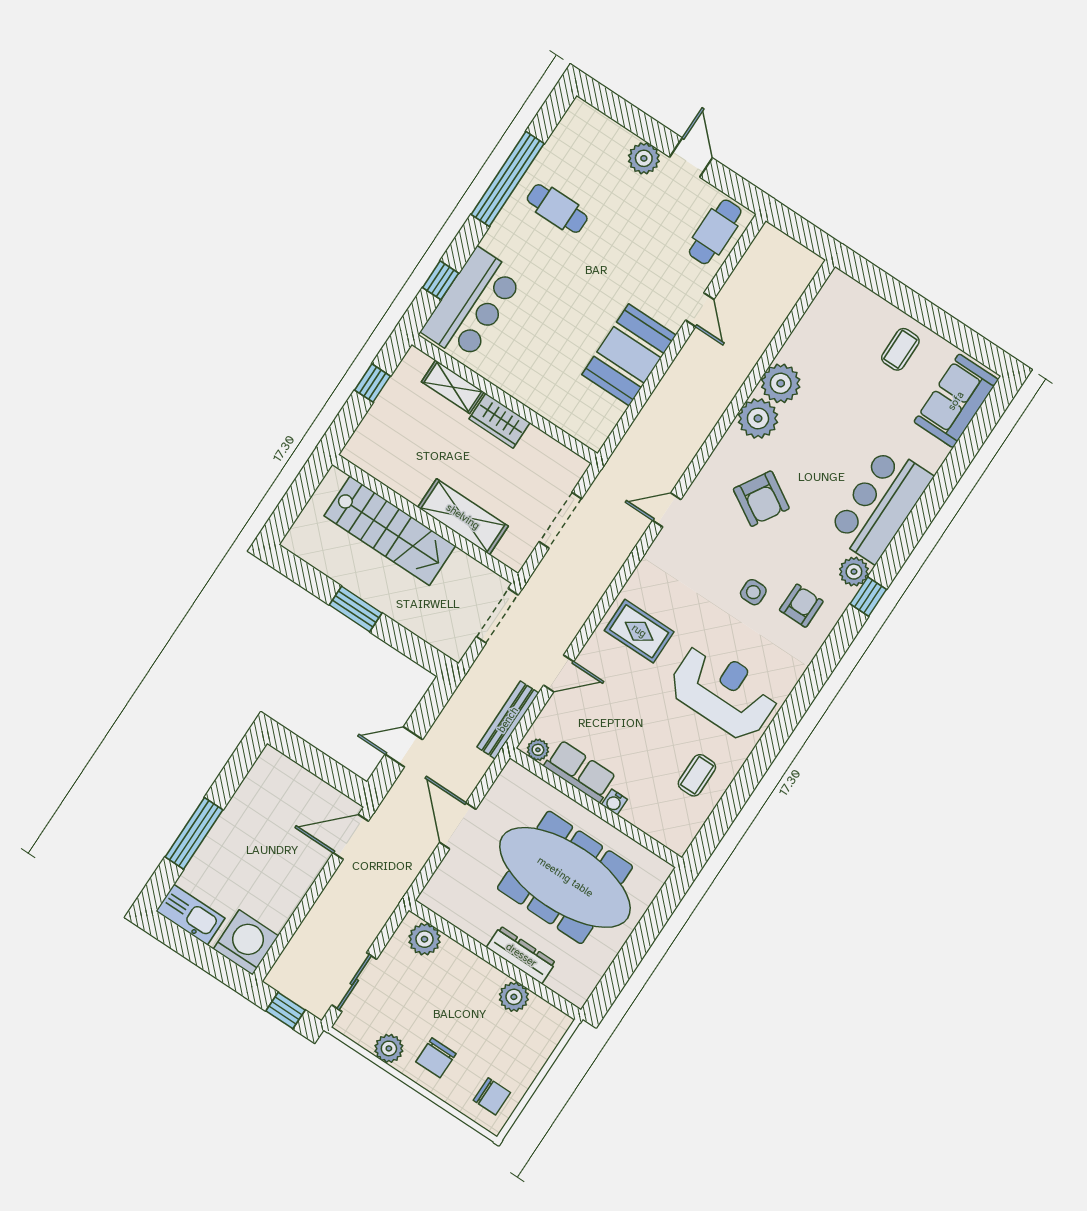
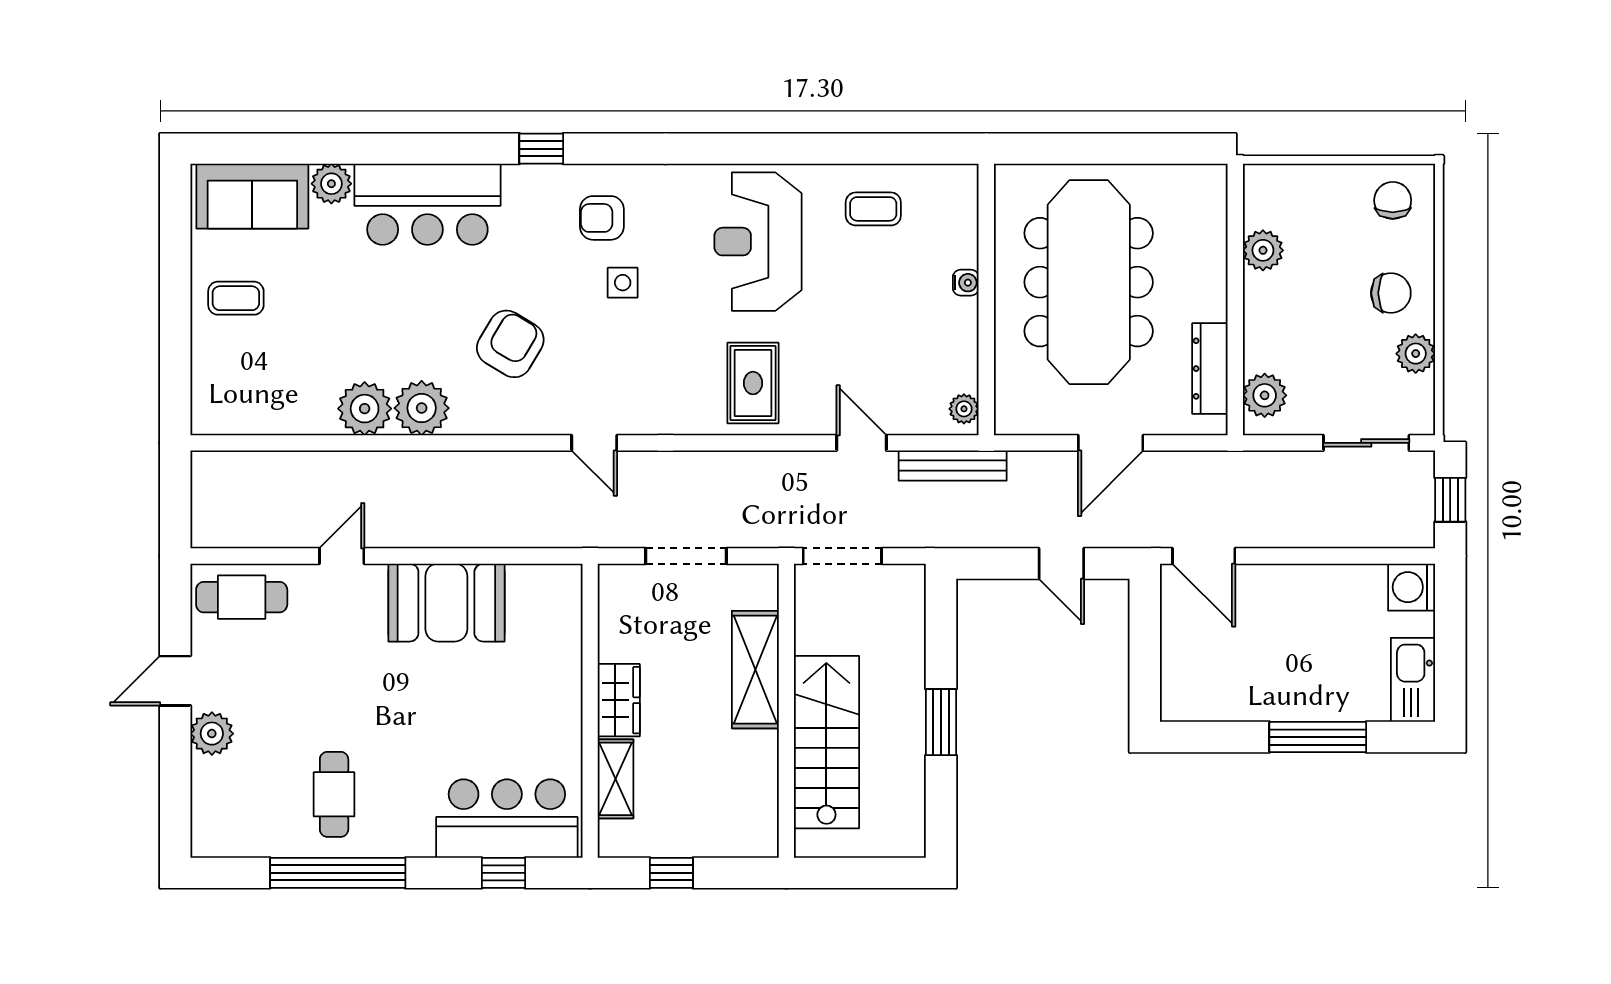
plant: (854, 572) -> (331, 184), moved
row of seats: (580, 771) -> (957, 345), removed
washing machine: (246, 943) -> (1412, 587), width x0.73, depth x0.73
dresser: (521, 955) -> (1210, 369), moved

